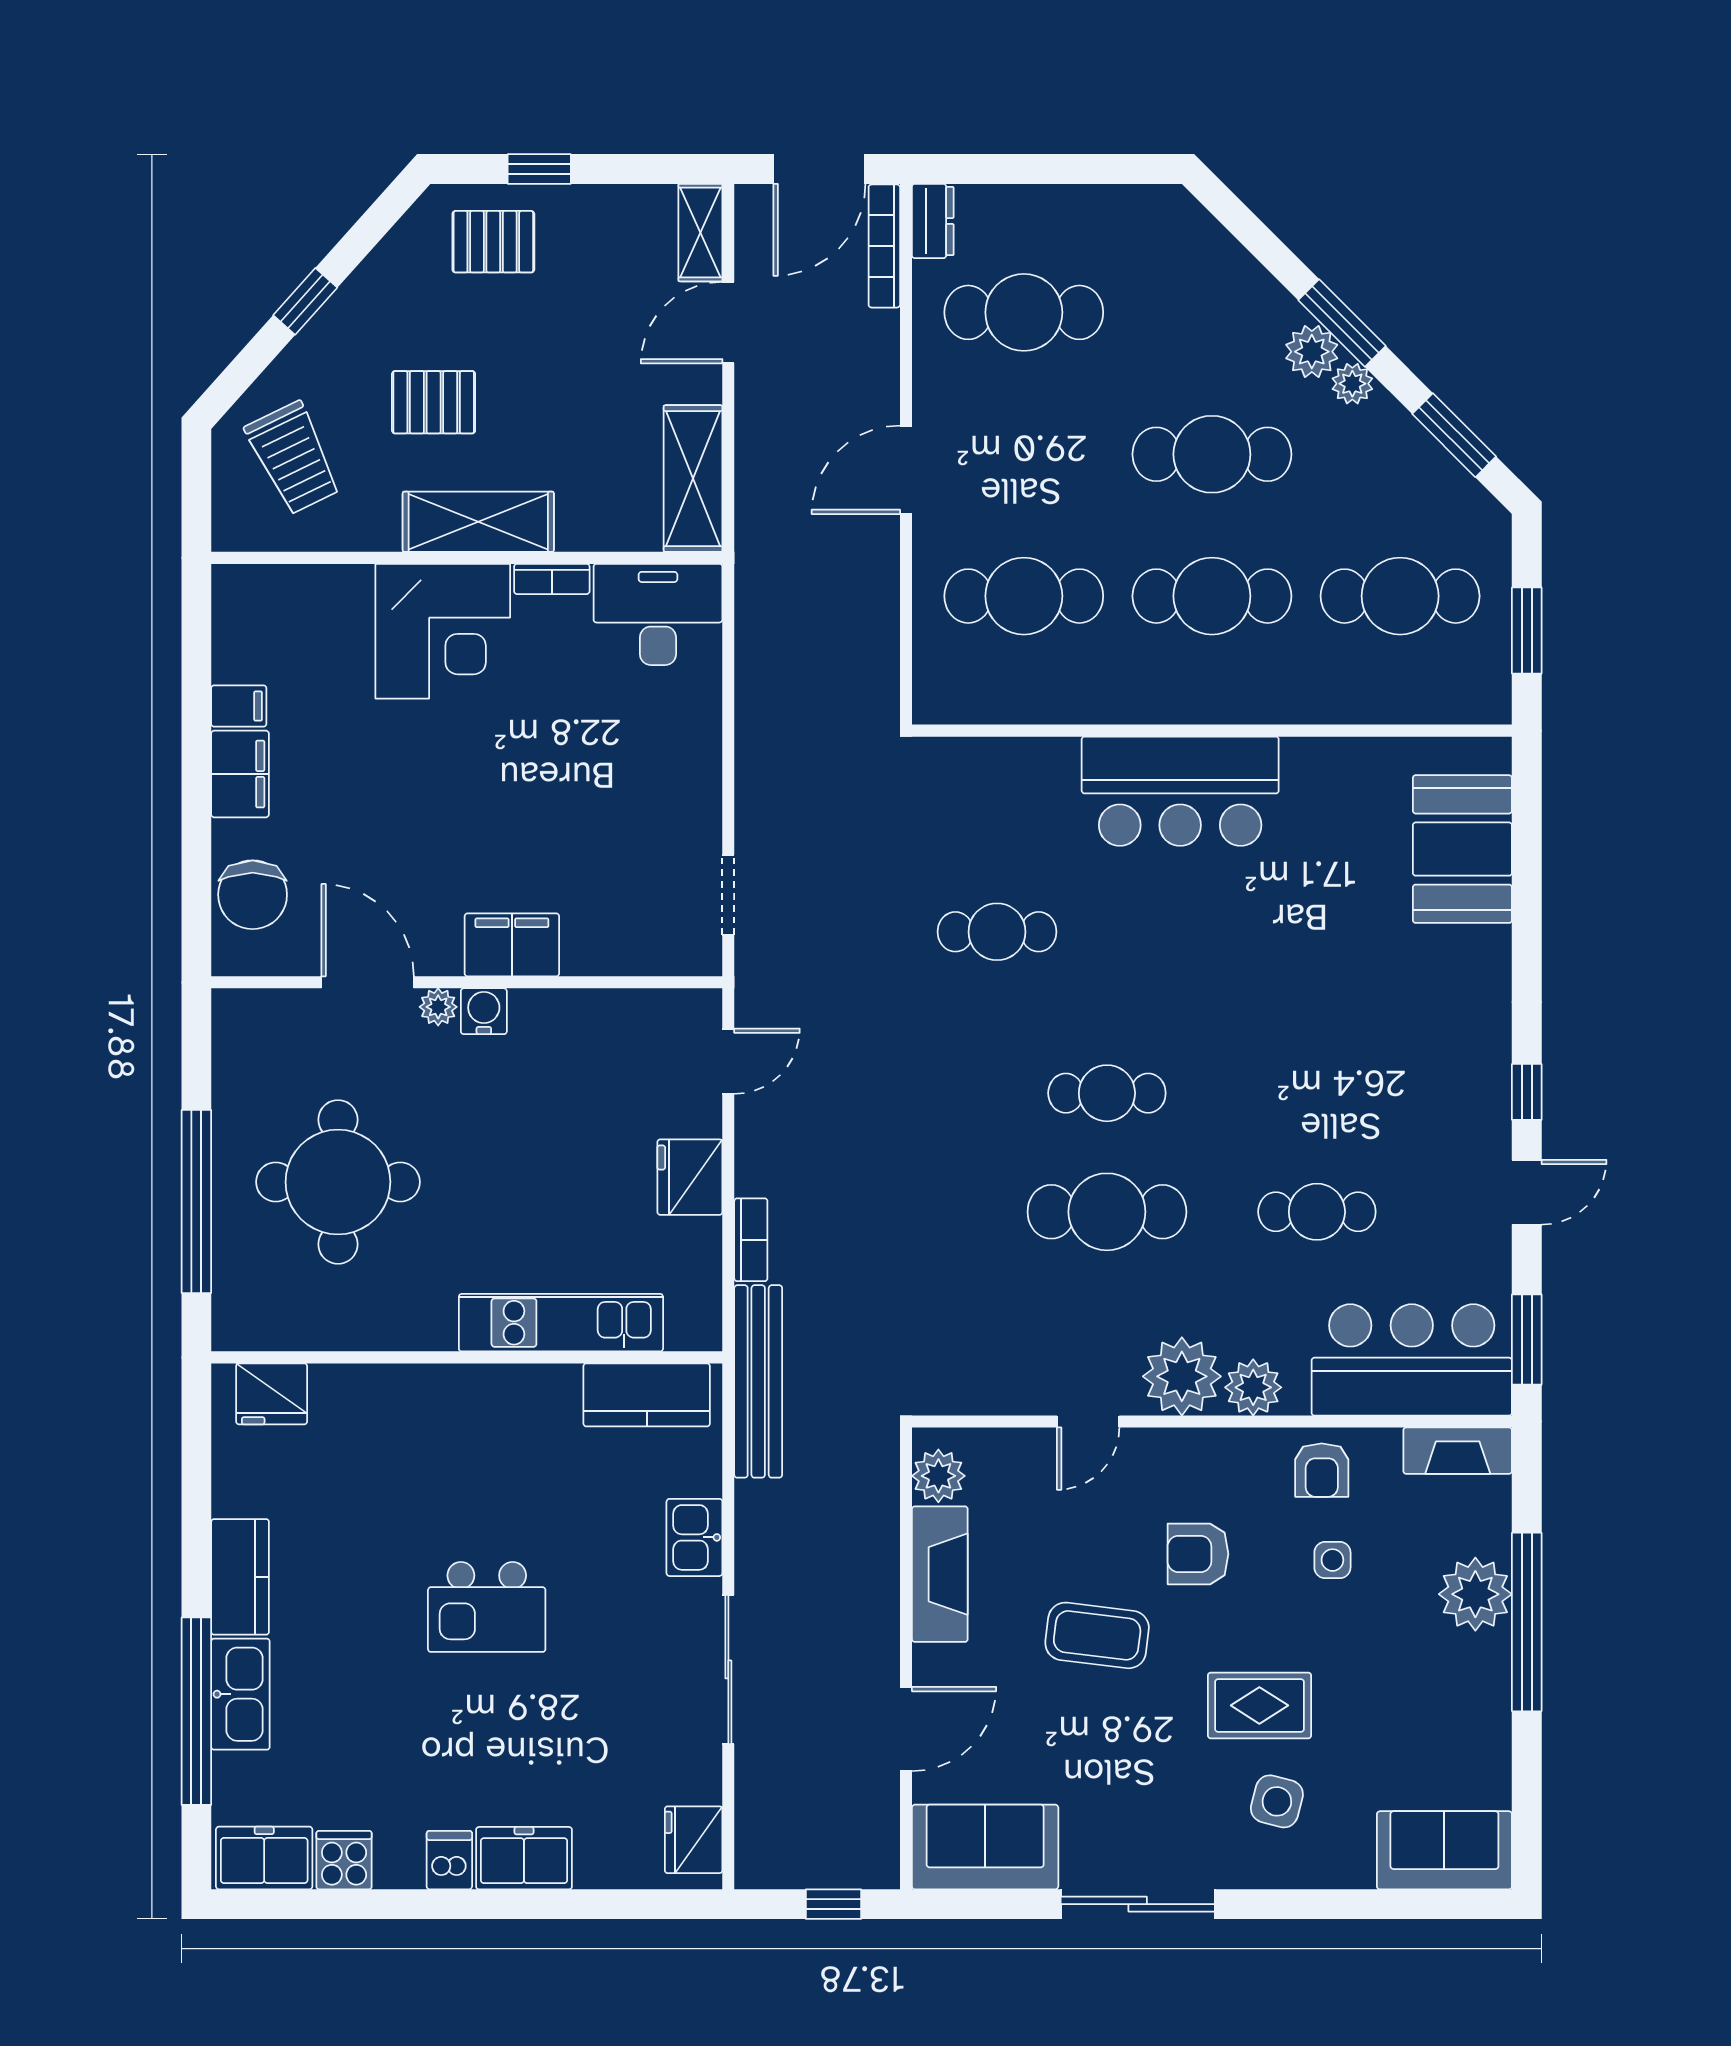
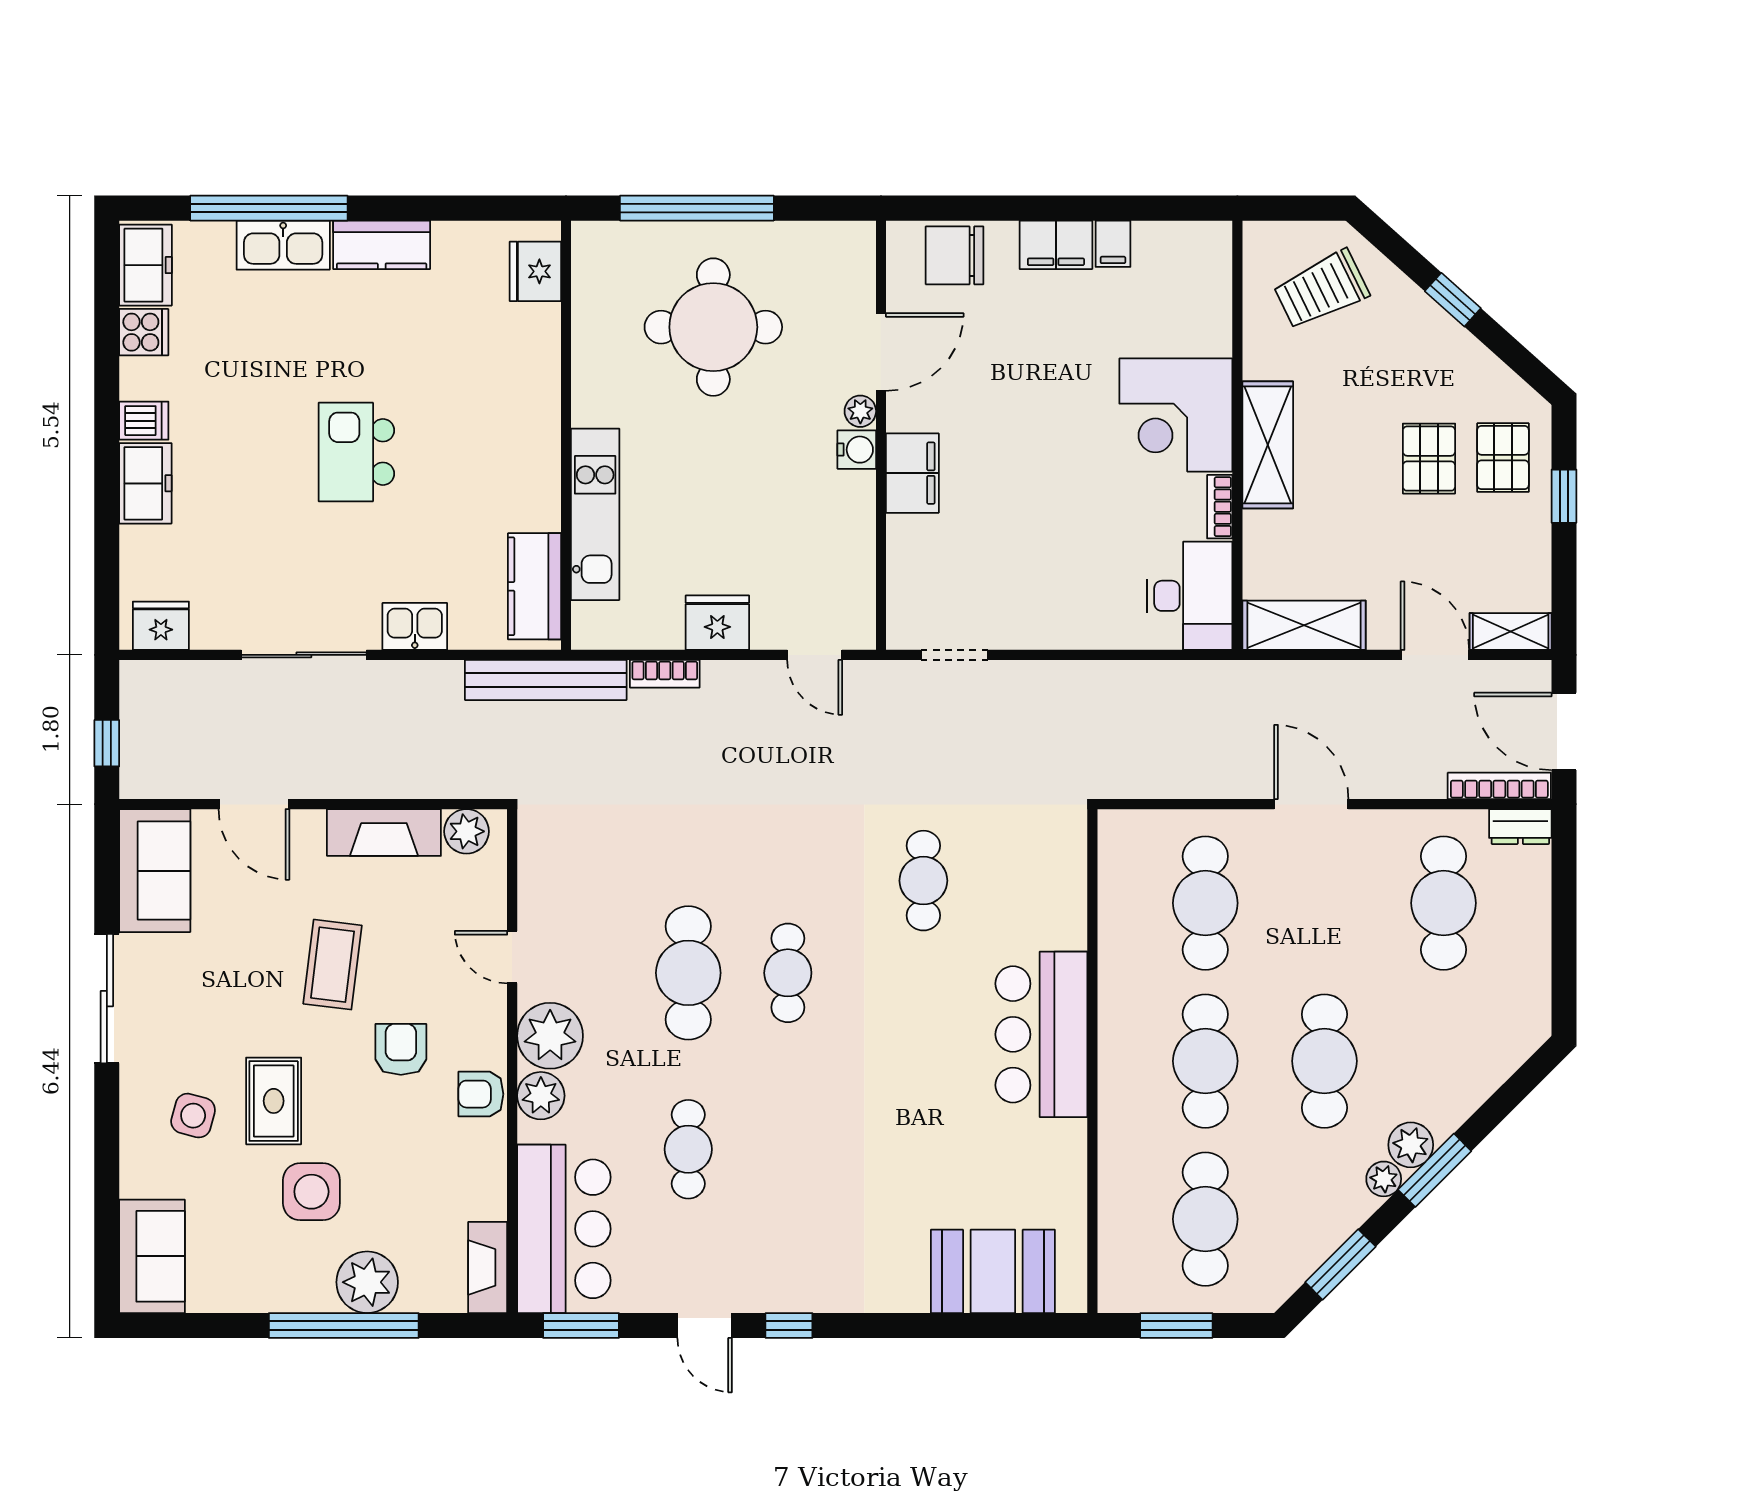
pallet: (434, 402) -> (1429, 459), moved
armchair: (1322, 1470) -> (481, 1094), moved
side table: (1332, 1560) -> (311, 1192), moved, width x1.87, depth x1.87

